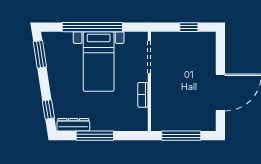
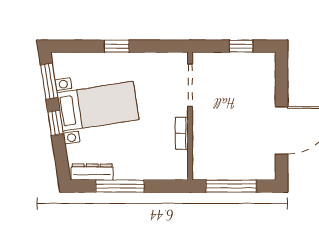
window: (92, 27) -> (117, 46), width x0.32
bed with nightstands: (99, 62) -> (98, 106), moved, turned -99
window: (48, 109) -> (56, 123), moved

